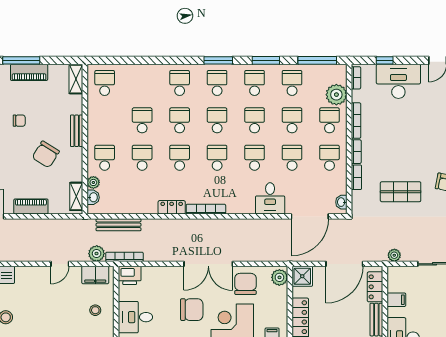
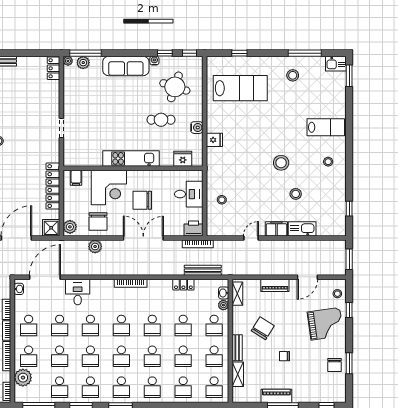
shelving: (76, 79) -> (238, 374), moved
school desk: (142, 83) -> (183, 387), added
school desk: (105, 120) -> (214, 356), added
locker: (172, 207) -> (183, 285), moved
plant: (97, 254) -> (95, 247), moved
double door: (208, 264) -> (143, 238), moved
filing cabinet: (95, 275) -> (276, 229), moved

